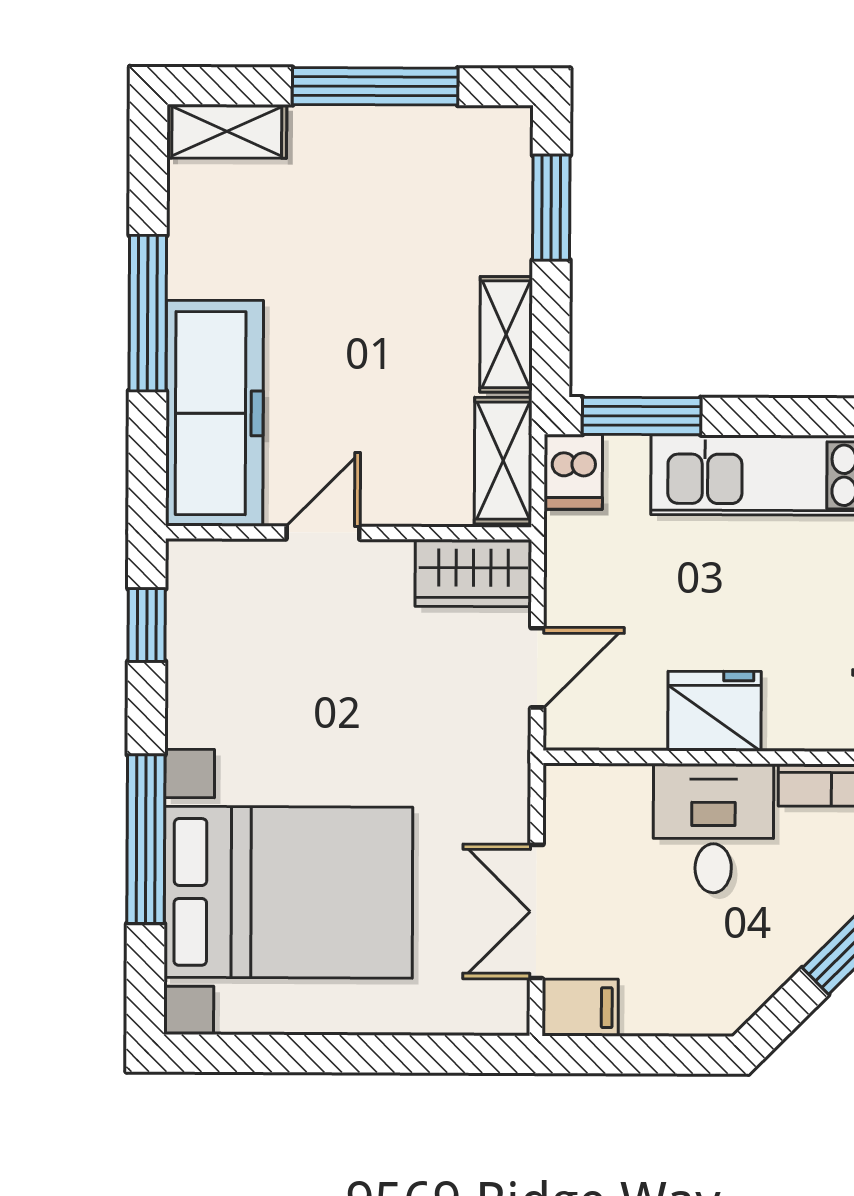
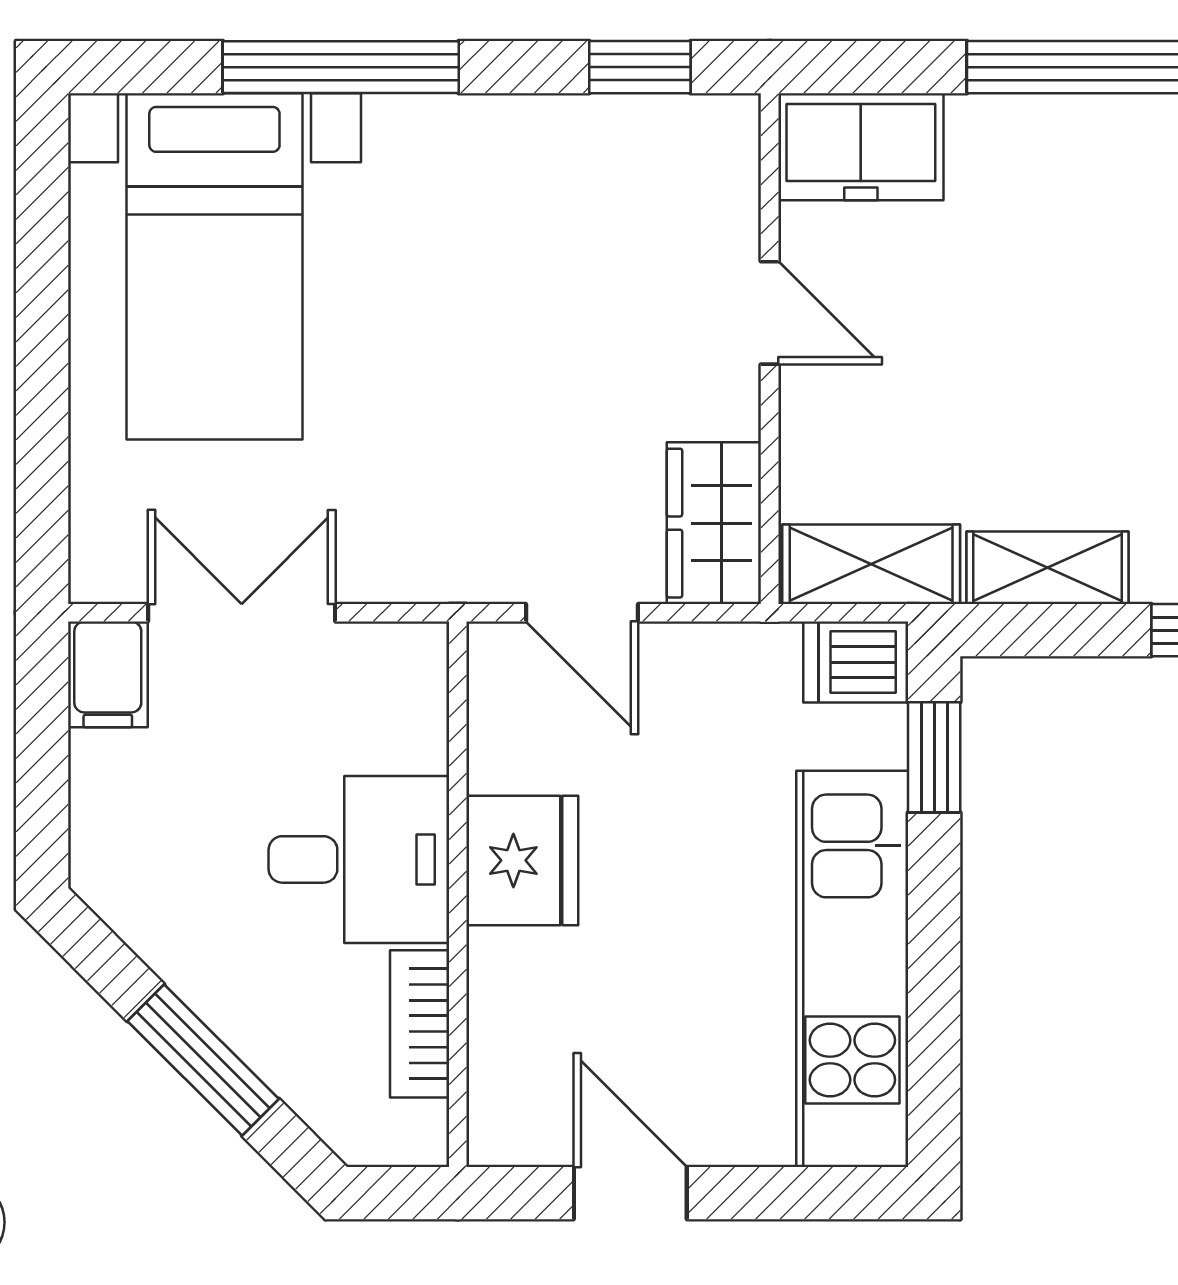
freezer: (214, 413) -> (861, 147), width x0.52, depth x0.79
window: (642, 416) -> (934, 757), width x0.67
bed with nightstands: (288, 892) -> (214, 266), width x0.73

